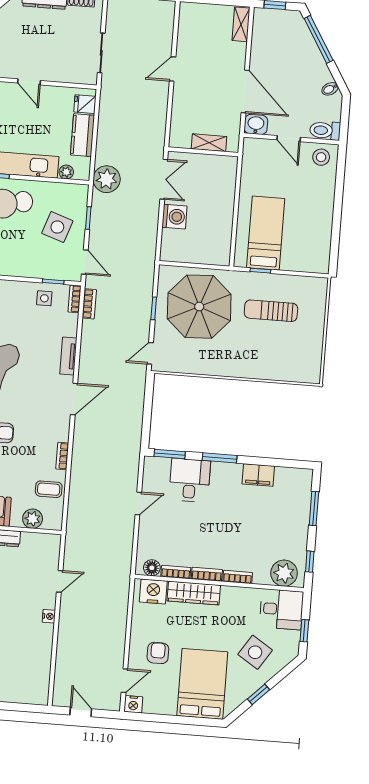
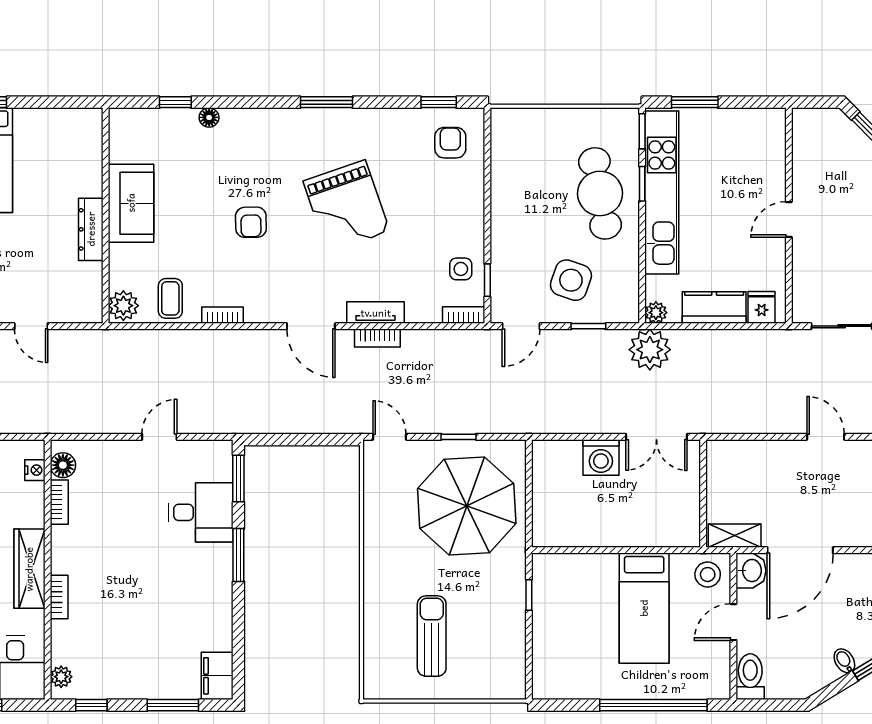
bidet: (330, 89) -> (844, 661), moved
shelving: (209, 143) -> (735, 536), moved, turned 90
stool: (321, 157) -> (708, 575), moved
plant: (66, 172) -> (656, 313), moved
window: (339, 195) -> (653, 705), added
bed: (266, 233) -> (644, 608), moved, turned 90
bookcase: (89, 304) -> (377, 338), moved
sun lounger: (271, 311) -> (432, 636), moved
filing cabinet: (258, 475) -> (217, 676), moved
door: (138, 503) -> (159, 437), swing flipped
plant: (33, 519) -> (123, 306), moved
plant: (284, 573) -> (61, 677), width x0.53, depth x0.53
bookcase: (207, 574) -> (60, 550), removed
nightstand: (153, 591) -> (35, 470), width x0.53, depth x0.56
wardrobe: (194, 593) -> (29, 569), moved

